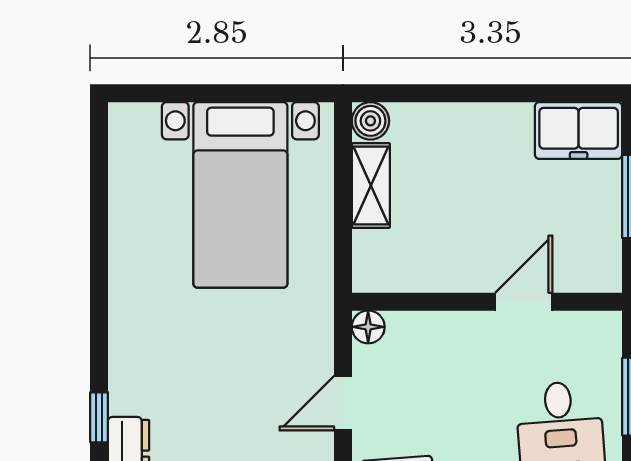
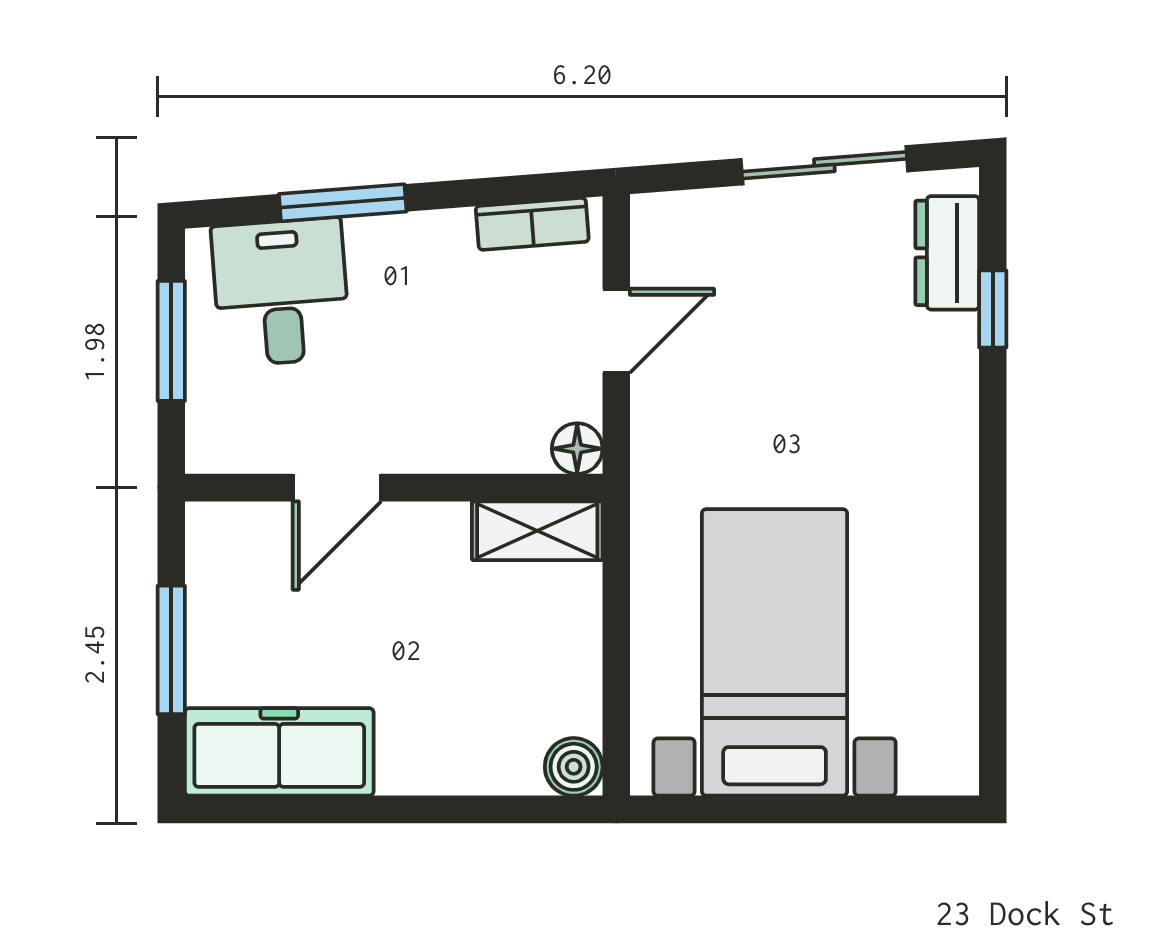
freezer: (579, 131) -> (279, 752), width x1.40
shelving: (371, 185) -> (537, 531), moved, turned 90

